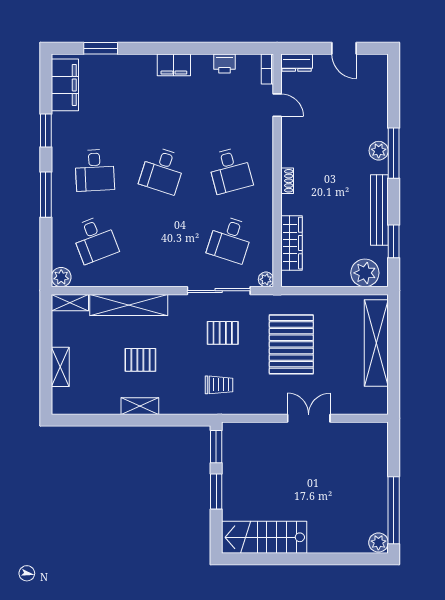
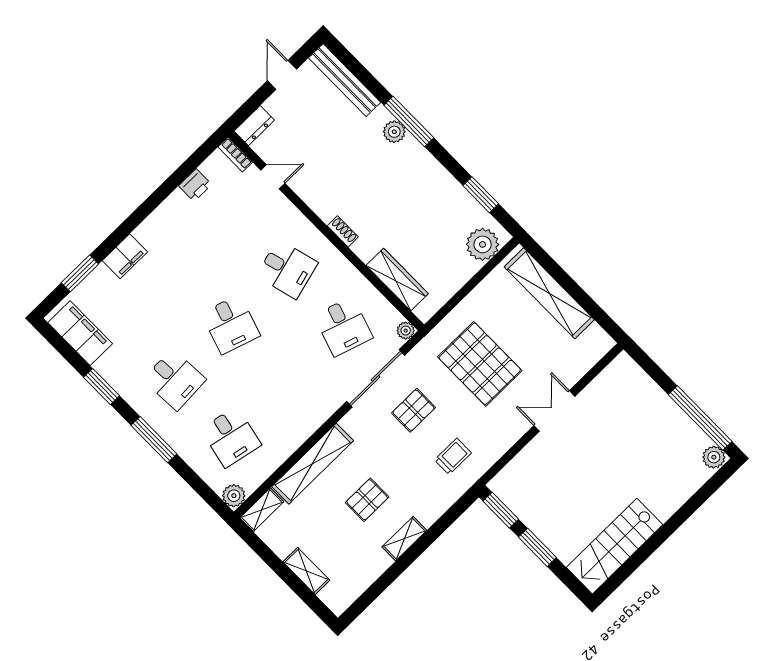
door: (344, 48) -> (282, 75), swing flipped
filing cabinet: (174, 65) -> (125, 256), moved
bench: (379, 210) -> (345, 80), moved
desk: (95, 239) -> (231, 437), turned 33

